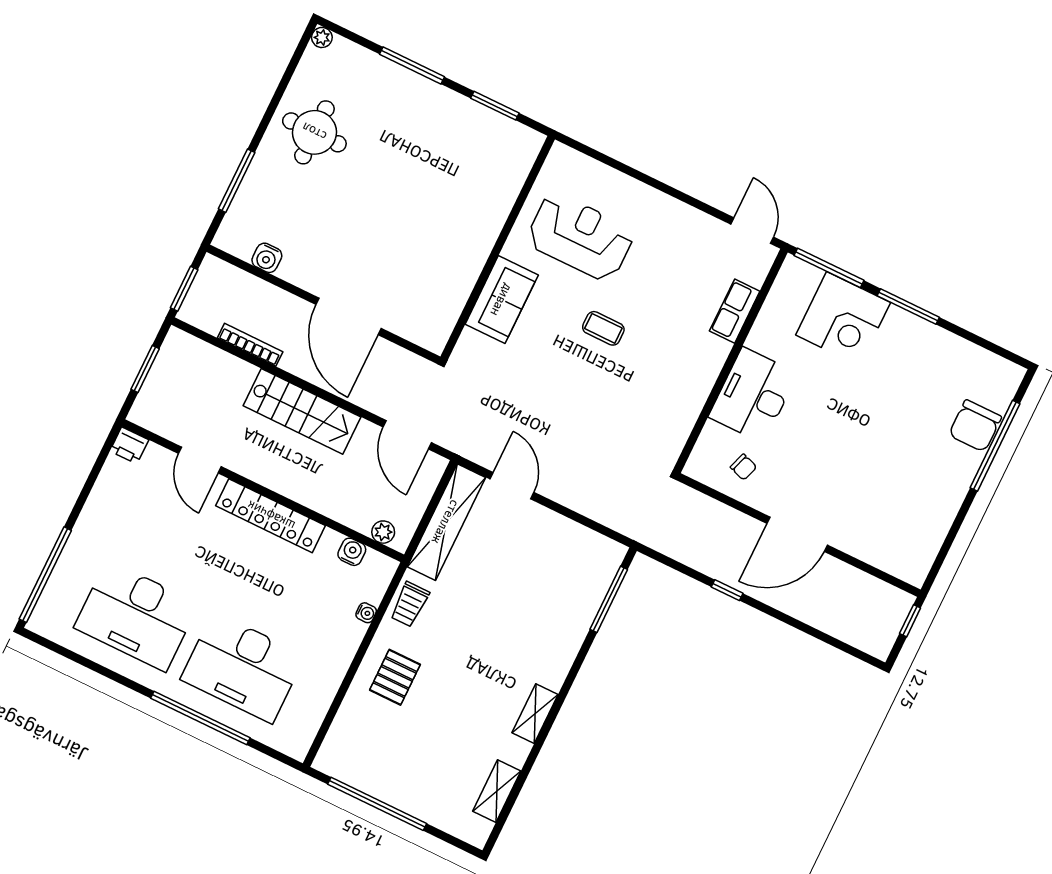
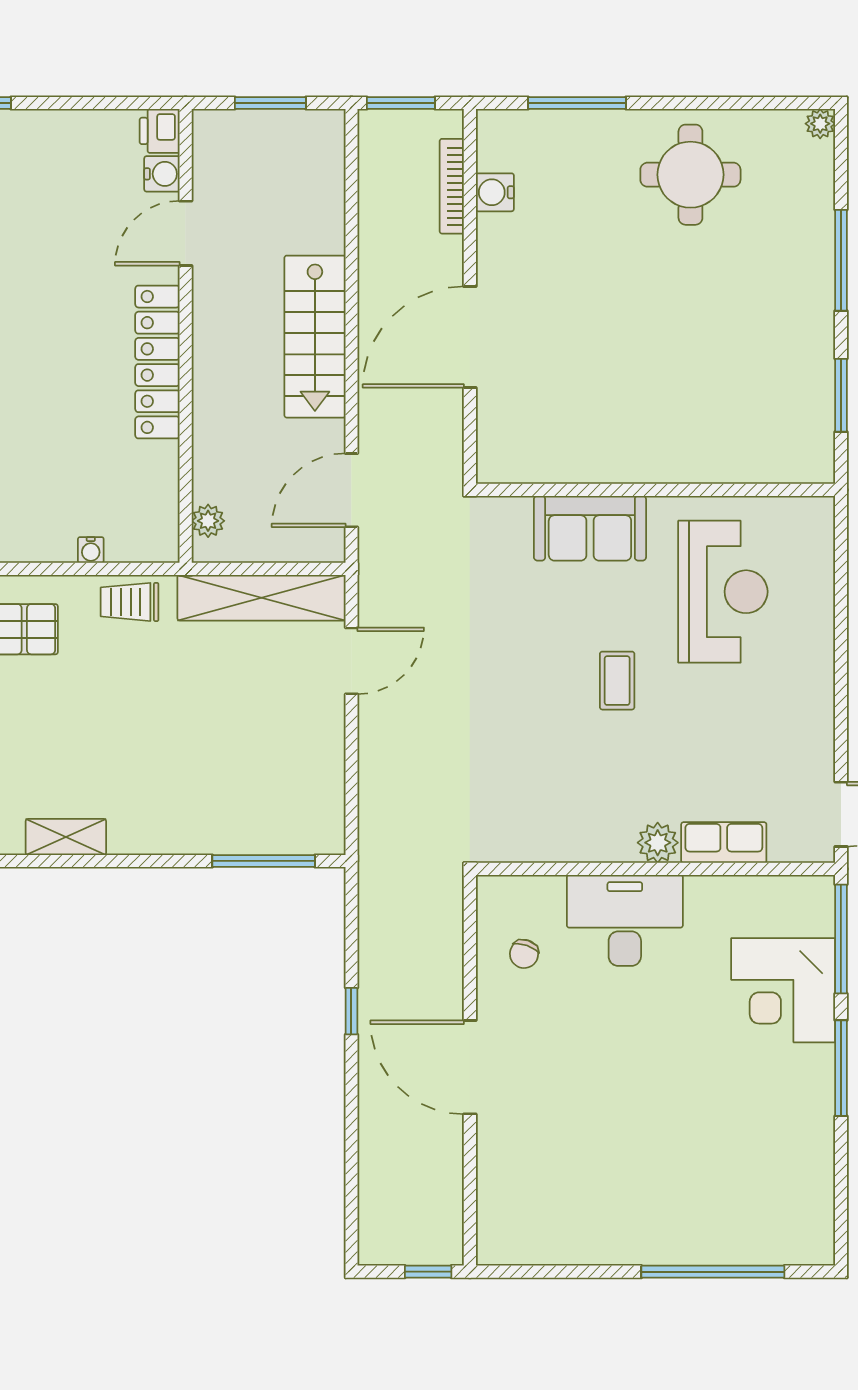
bookcase: (250, 345) -> (452, 186), moved, turned 180
plant: (715, 352) -> (658, 843), added
chair: (975, 426) -> (726, 1233), removed
water cooler: (352, 552) -> (162, 174), moved

